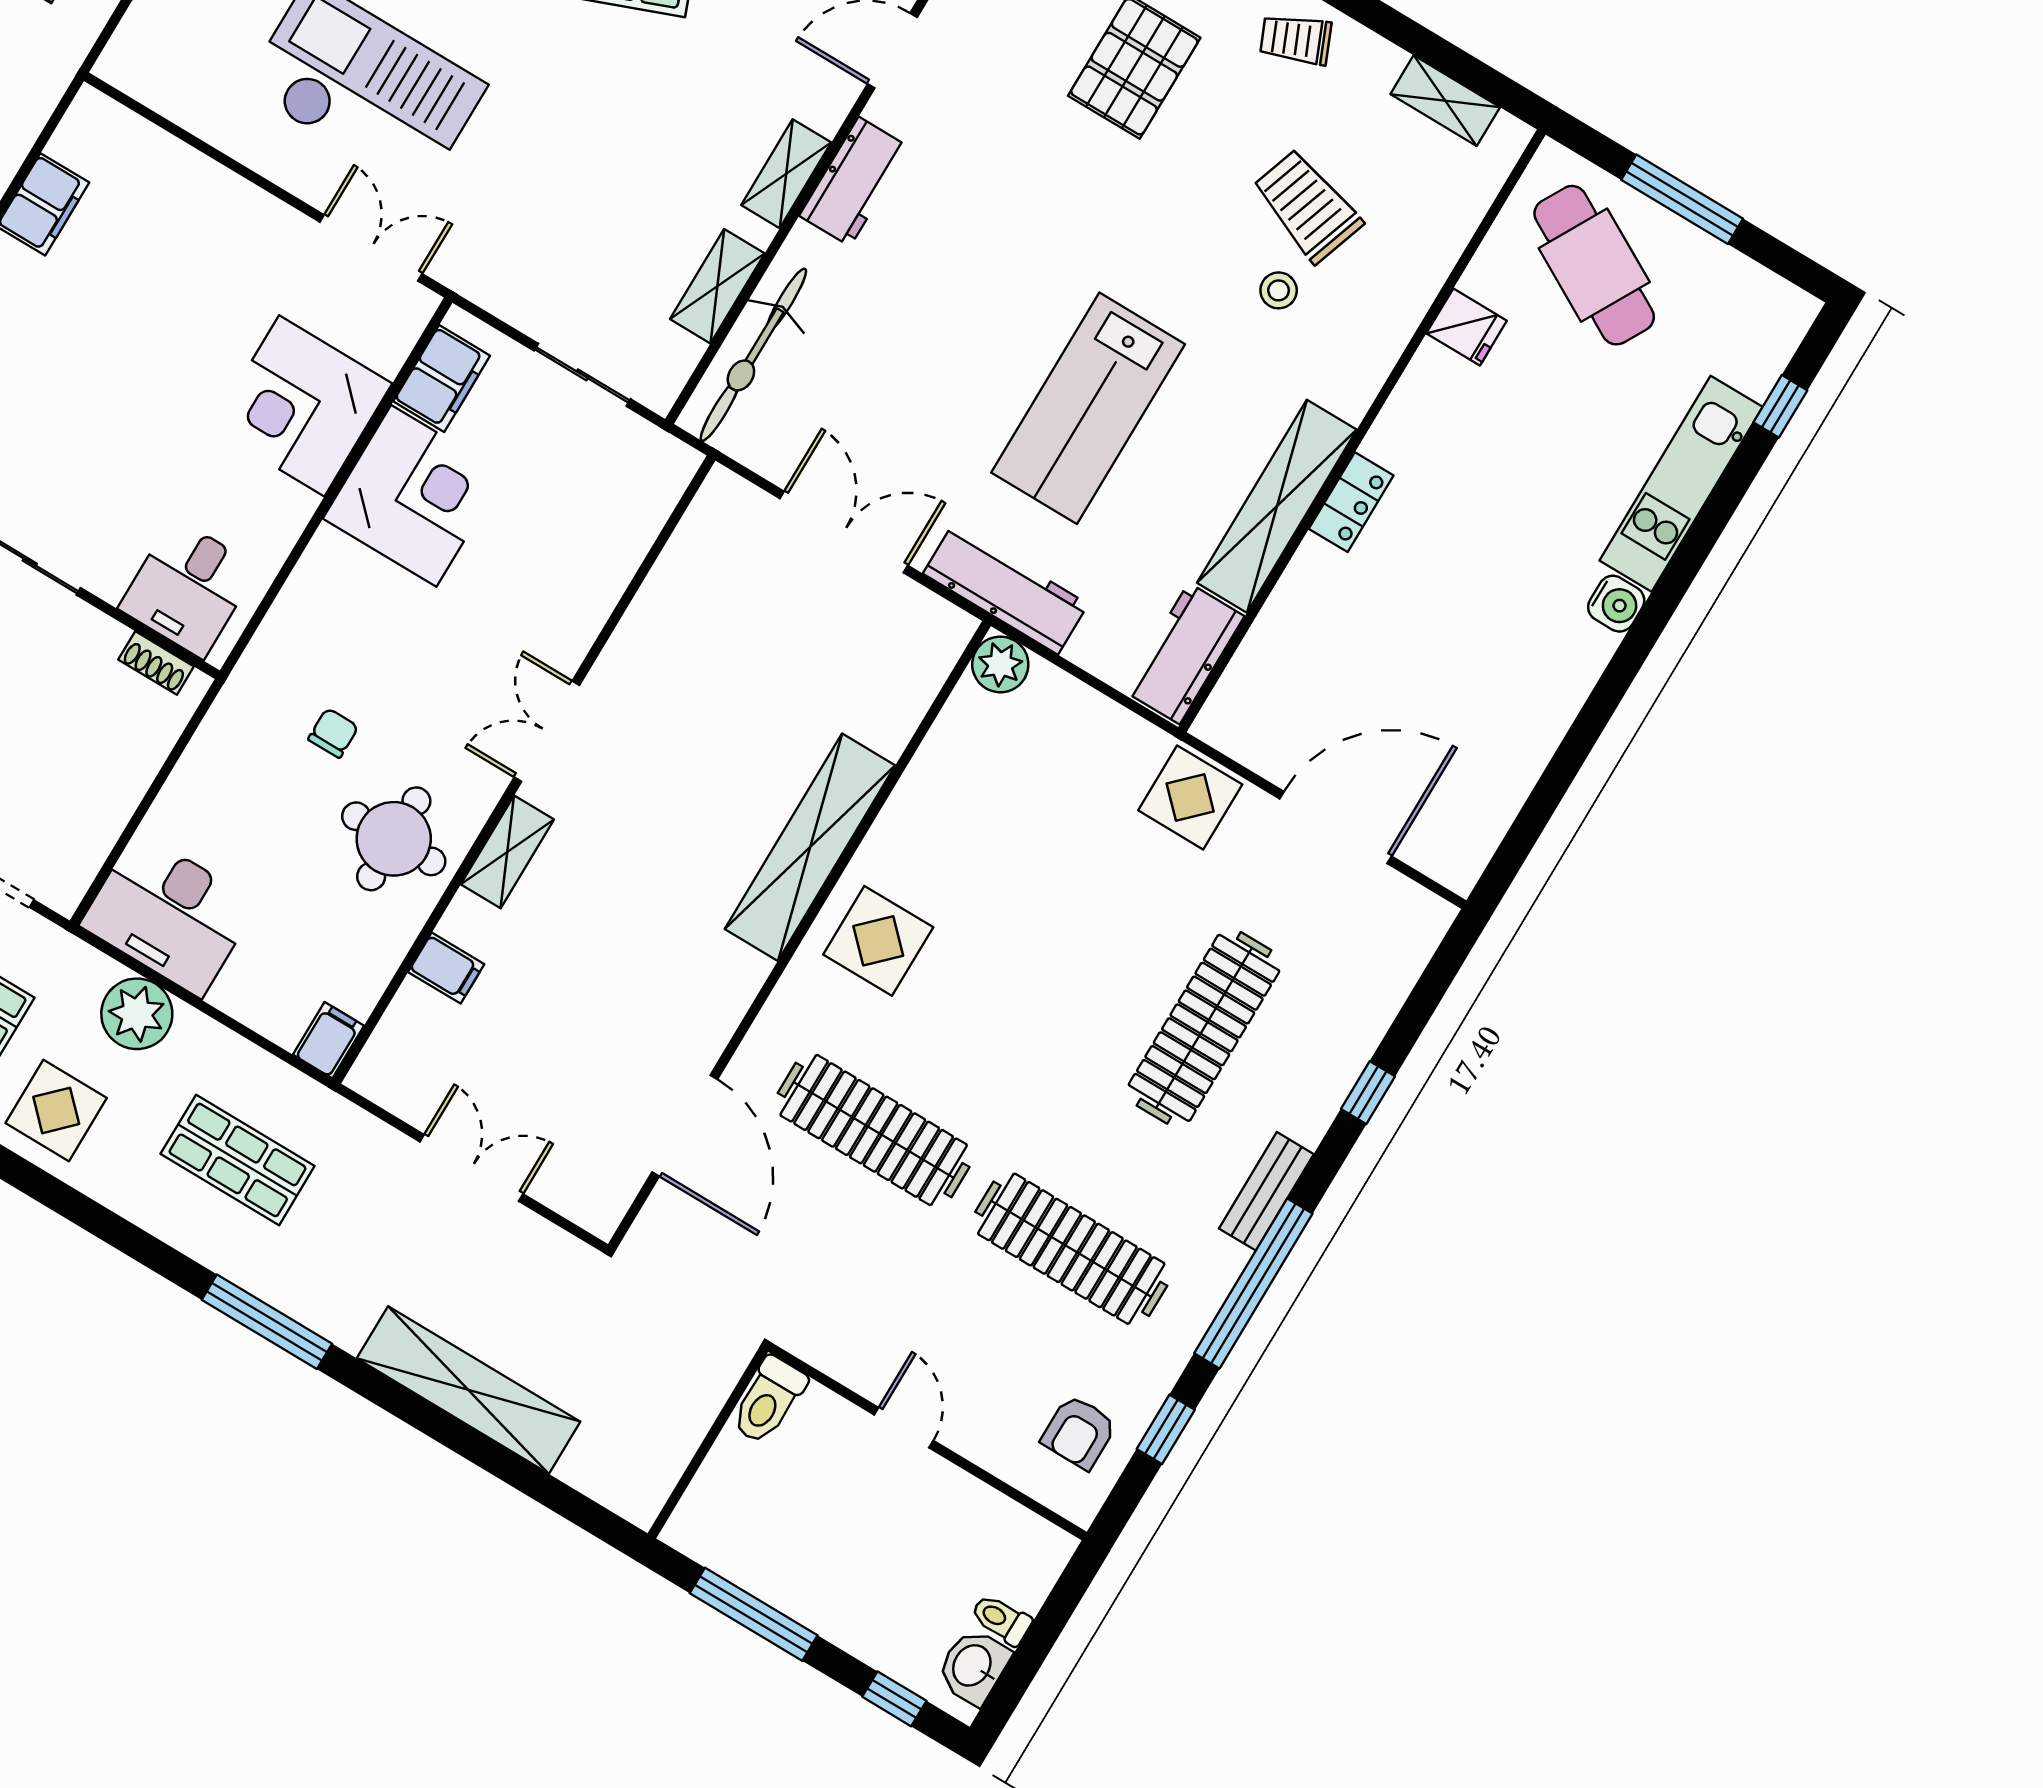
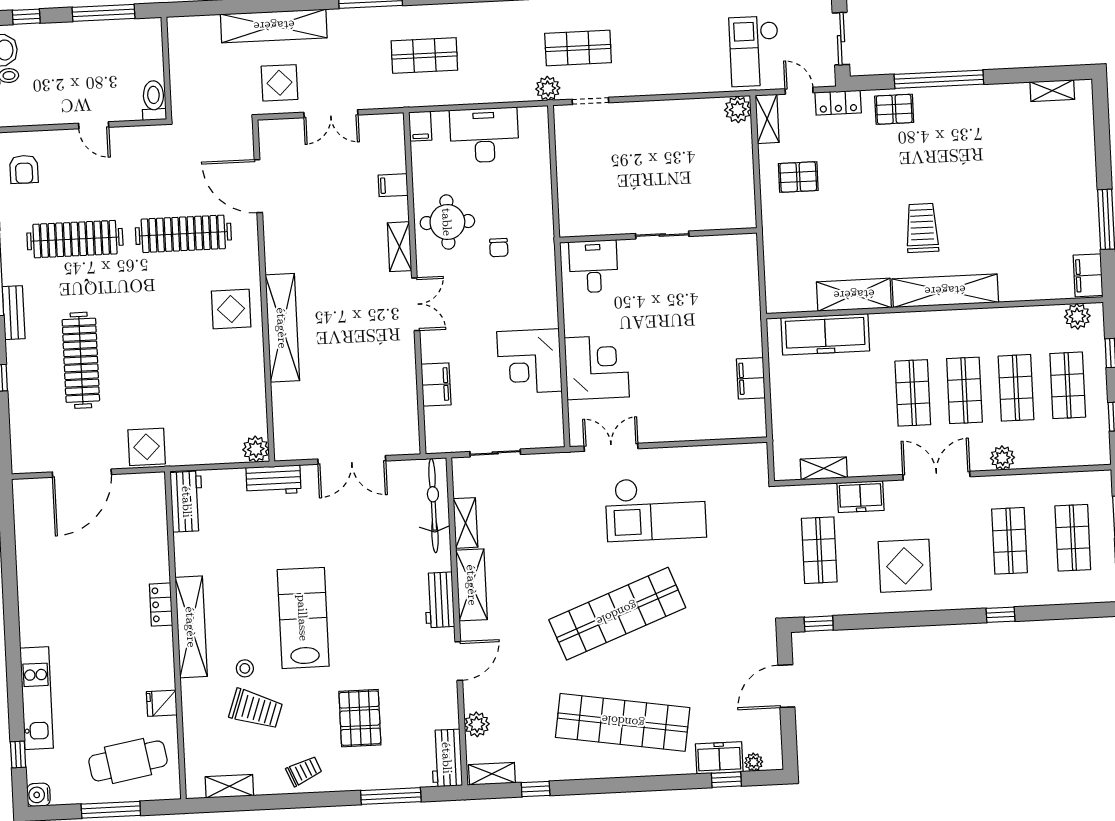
shelving: (786, 174) -> (472, 585), width x1.50, depth x1.33
double door: (371, 248) -> (611, 447), swing flipped
cafe table: (1594, 265) -> (128, 761), turned -39
filing cabinet: (442, 379) -> (436, 384), moved, turned 180
lab bench: (1088, 408) -> (303, 618), moved
shelving: (1277, 506) -> (191, 627), moved
workbench: (1006, 589) -> (273, 480), width x0.73
water cooler: (1616, 604) -> (39, 795), moved
shoe rack: (156, 663) -> (586, 229), removed
desk: (169, 914) -> (484, 135), moved
plant: (137, 1014) -> (548, 88), moved, width x0.73, depth x0.73
display table: (56, 1110) -> (279, 83), moved
armchair: (1079, 1432) -> (24, 169), turned 180

